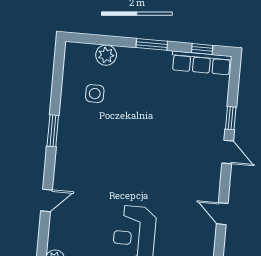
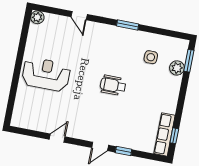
window: (152, 44) -> (189, 61), moved
wheelchair: (140, 143) -> (113, 85), added

